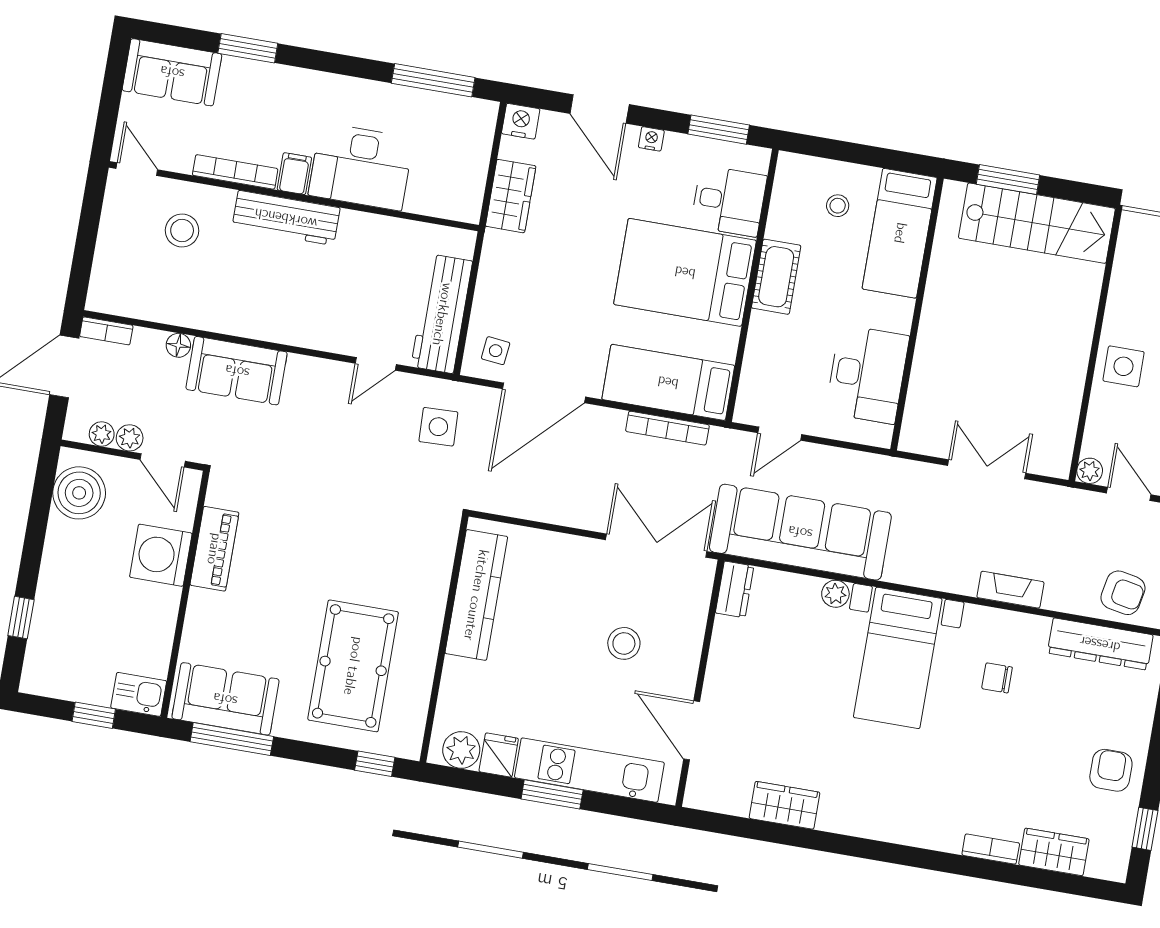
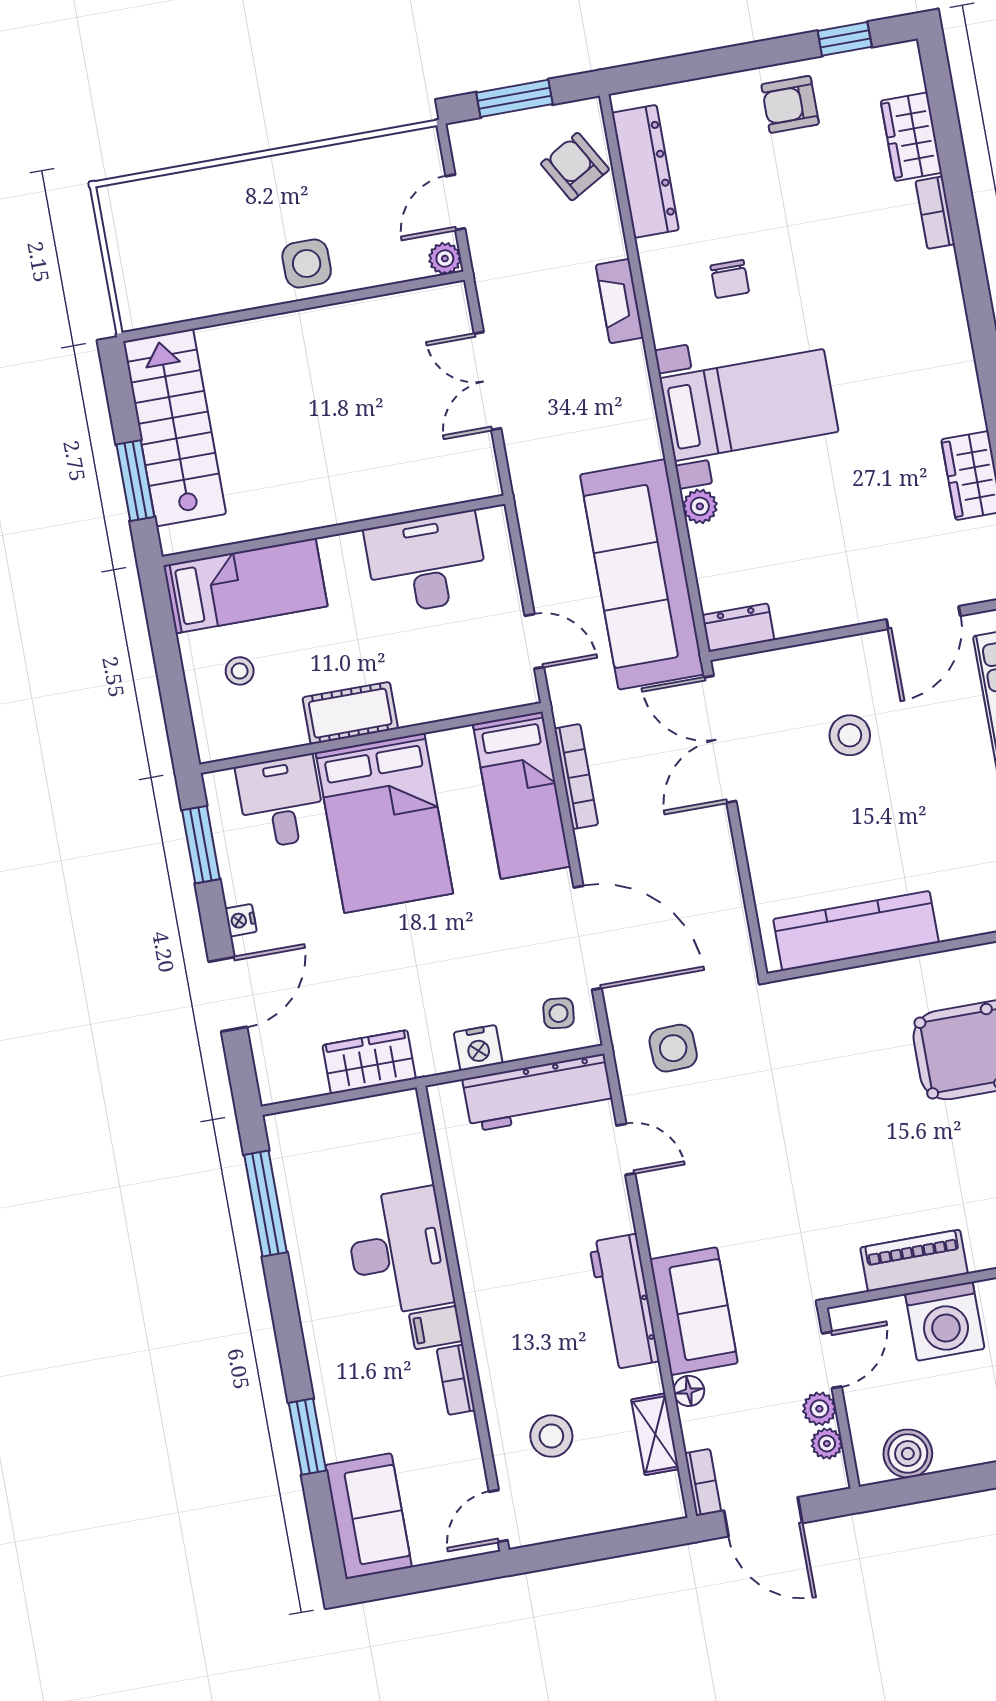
nightstand: (521, 121) -> (478, 1048), moved, turned -90
bookcase: (235, 172) -> (456, 1380), width x0.64
workbench: (286, 218) -> (624, 1302), moved, turned 180
shelving: (155, 308) -> (655, 1434), added
boiler: (79, 493) -> (908, 1454), width x0.73, depth x0.73
armchair: (1123, 593) -> (575, 167), turned -41

